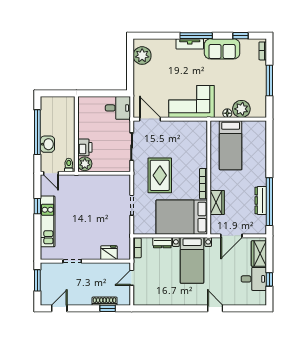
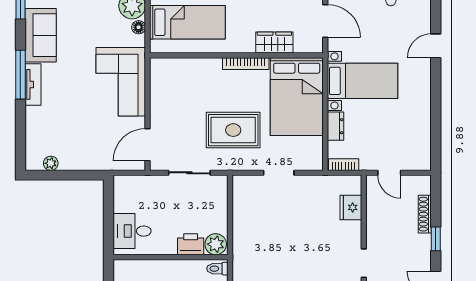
plant: (142, 56) -> (51, 163), width x0.53, depth x0.53
desk: (118, 108) -> (132, 231), moved, turned -90
window: (108, 308) -> (436, 239), moved

